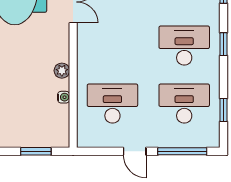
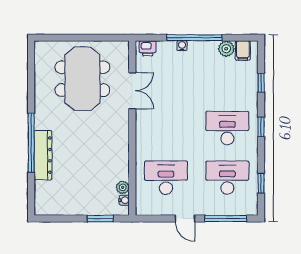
plant: (62, 71) -> (123, 187), moved
water cooler: (64, 97) -> (124, 200), moved

